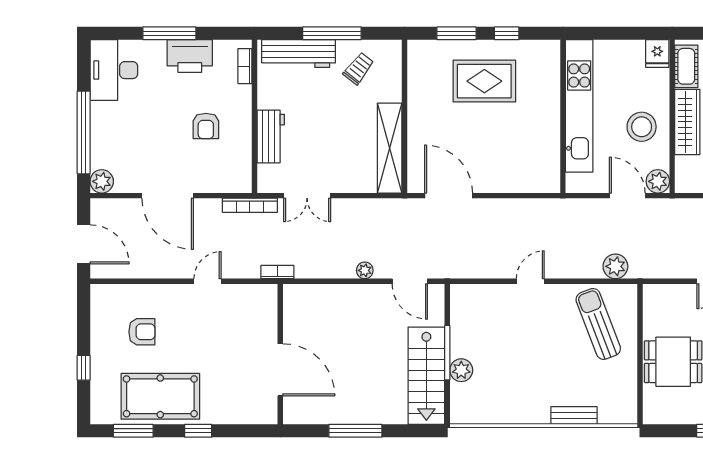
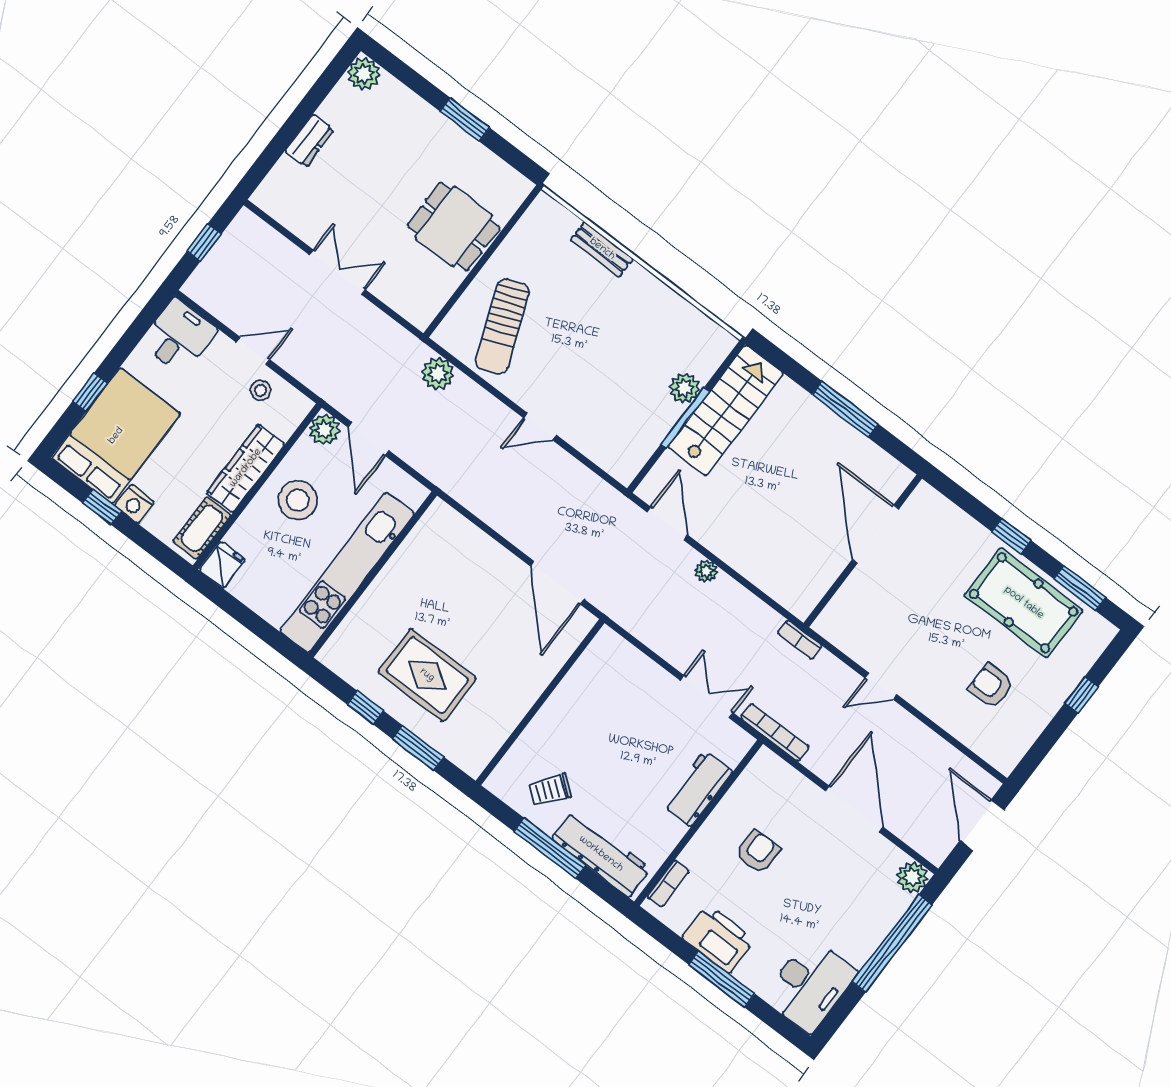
shelving: (390, 148) -> (581, 680), removed

